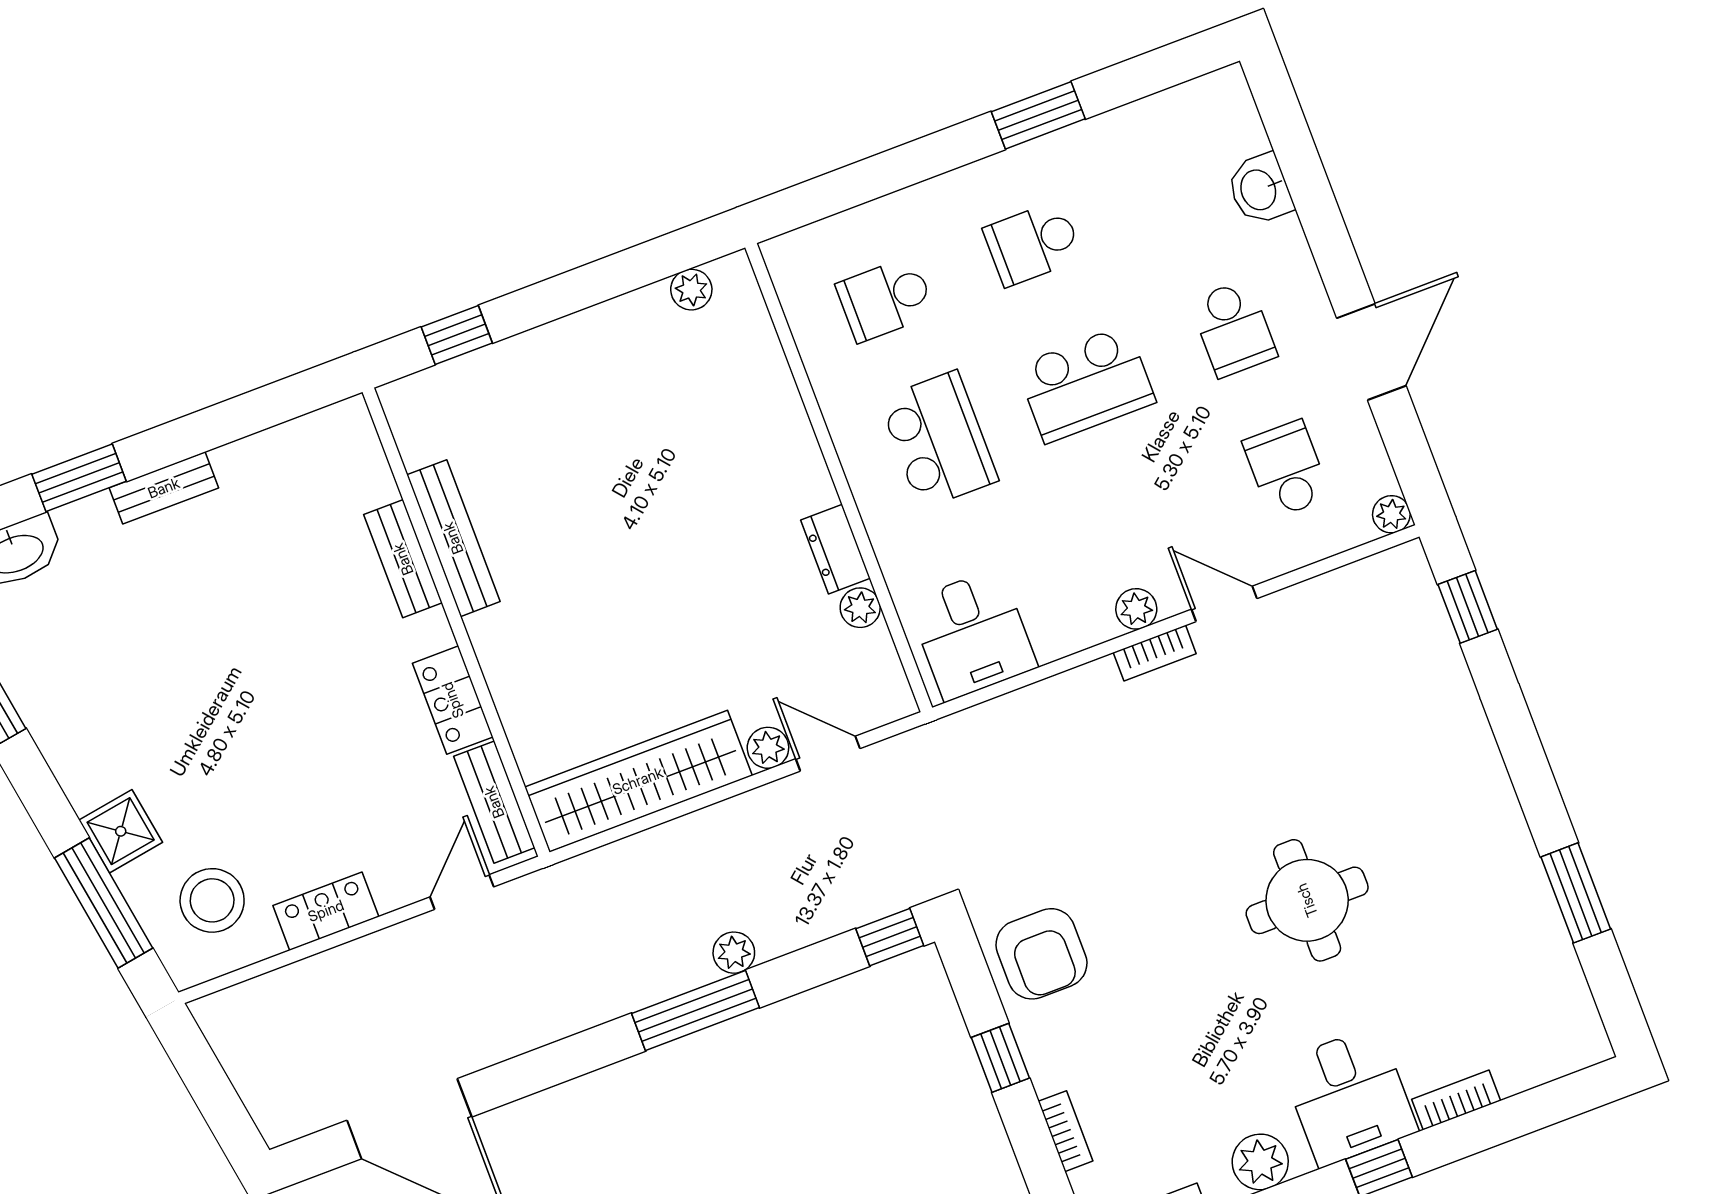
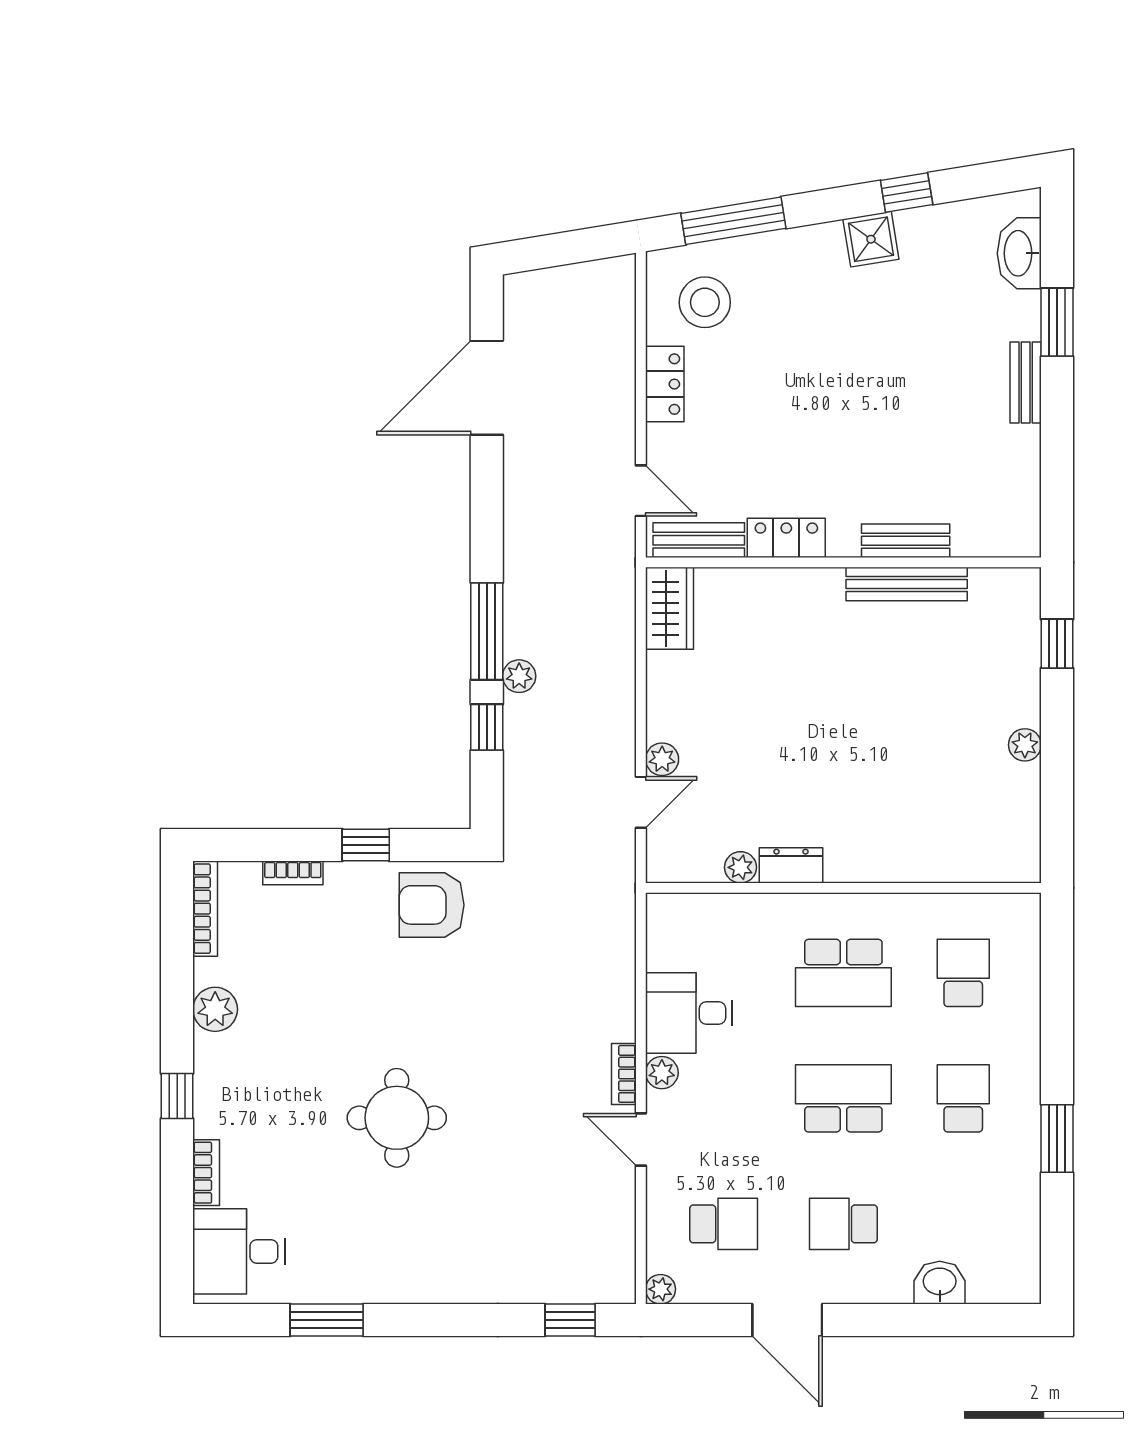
plant: (691, 290) -> (1025, 745), moved
school desk: (1086, 384) -> (843, 1098), turned 90
door: (1224, 604) -> (641, 1140), swing flipped
desk: (972, 634) -> (689, 1013), moved
wardrobe: (638, 781) -> (669, 608), width x0.48, depth x0.85
shower: (121, 831) -> (871, 239), moved
window: (890, 937) -> (487, 727), moved
desk: (1349, 1096) -> (239, 1251), moved

